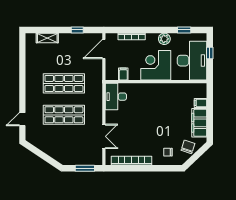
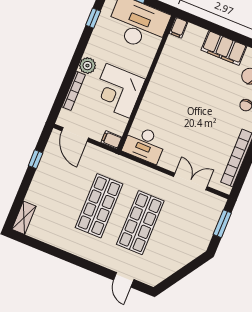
shelving: (47, 38) -> (24, 218), moved
plant: (164, 39) -> (87, 66), moved
corner desk: (156, 65) -> (118, 91), moved
filing cabinet: (123, 74) -> (111, 140), moved
filing cabinet: (201, 103) -> (179, 28), moved

